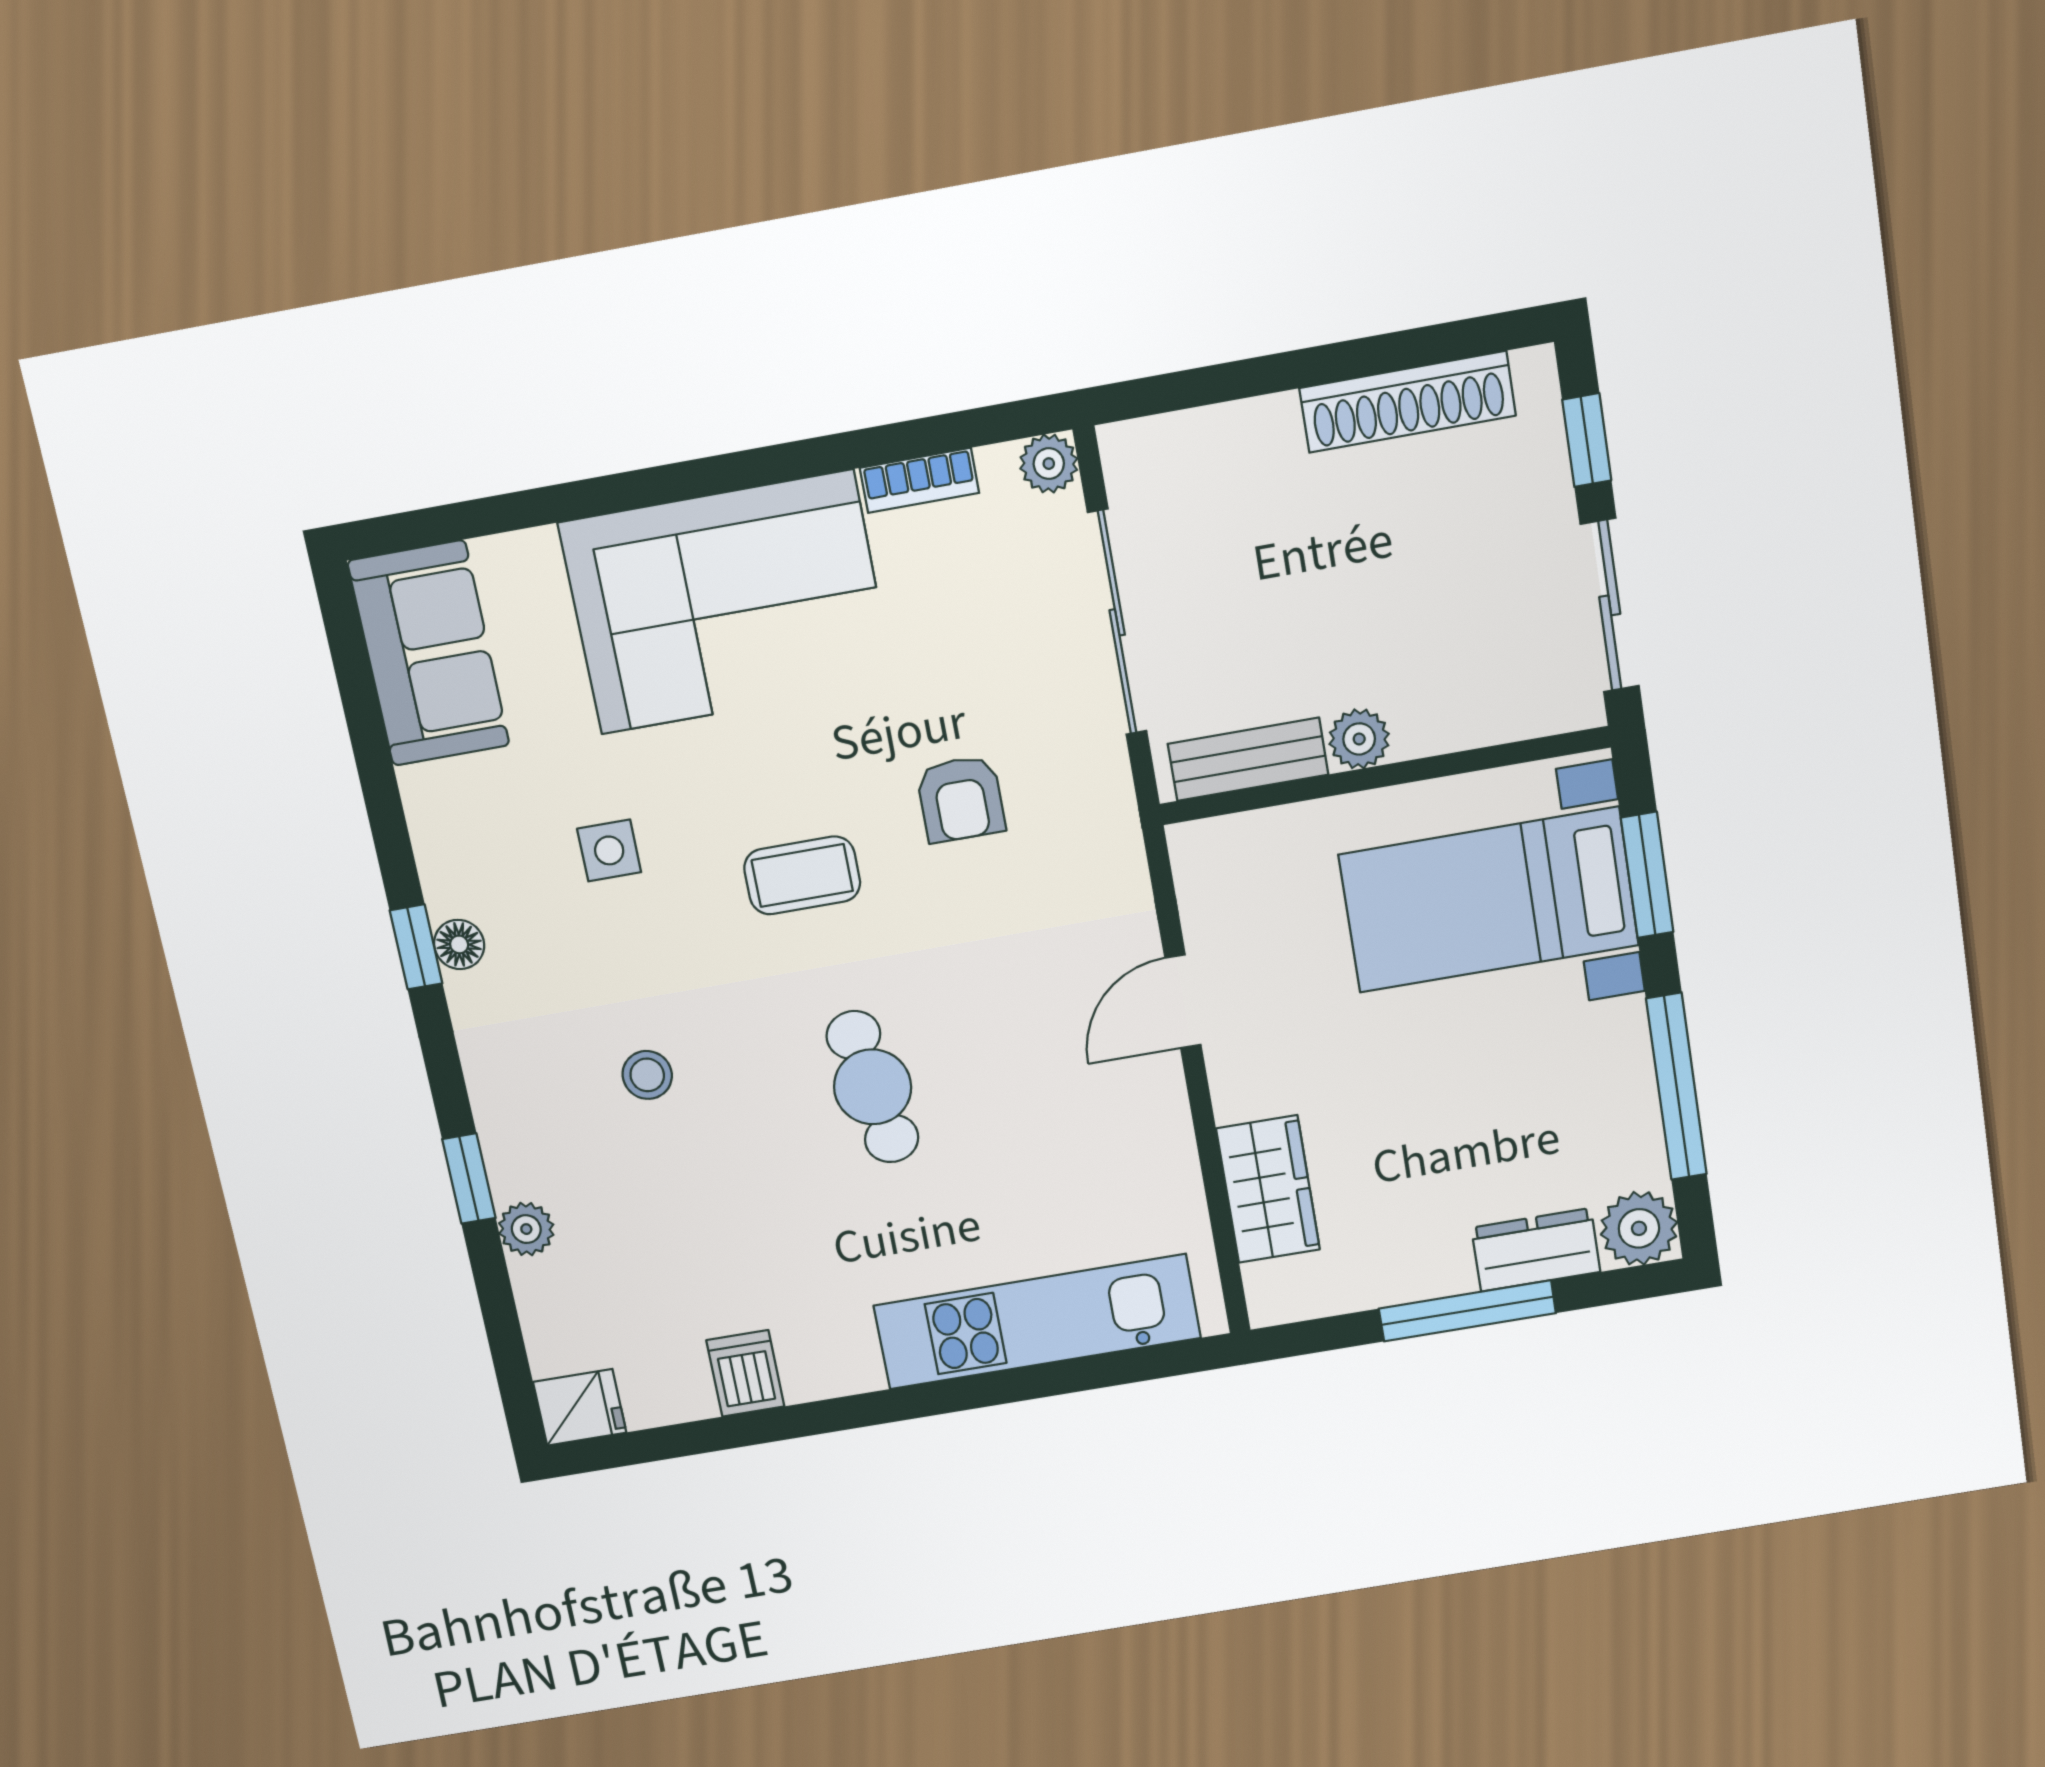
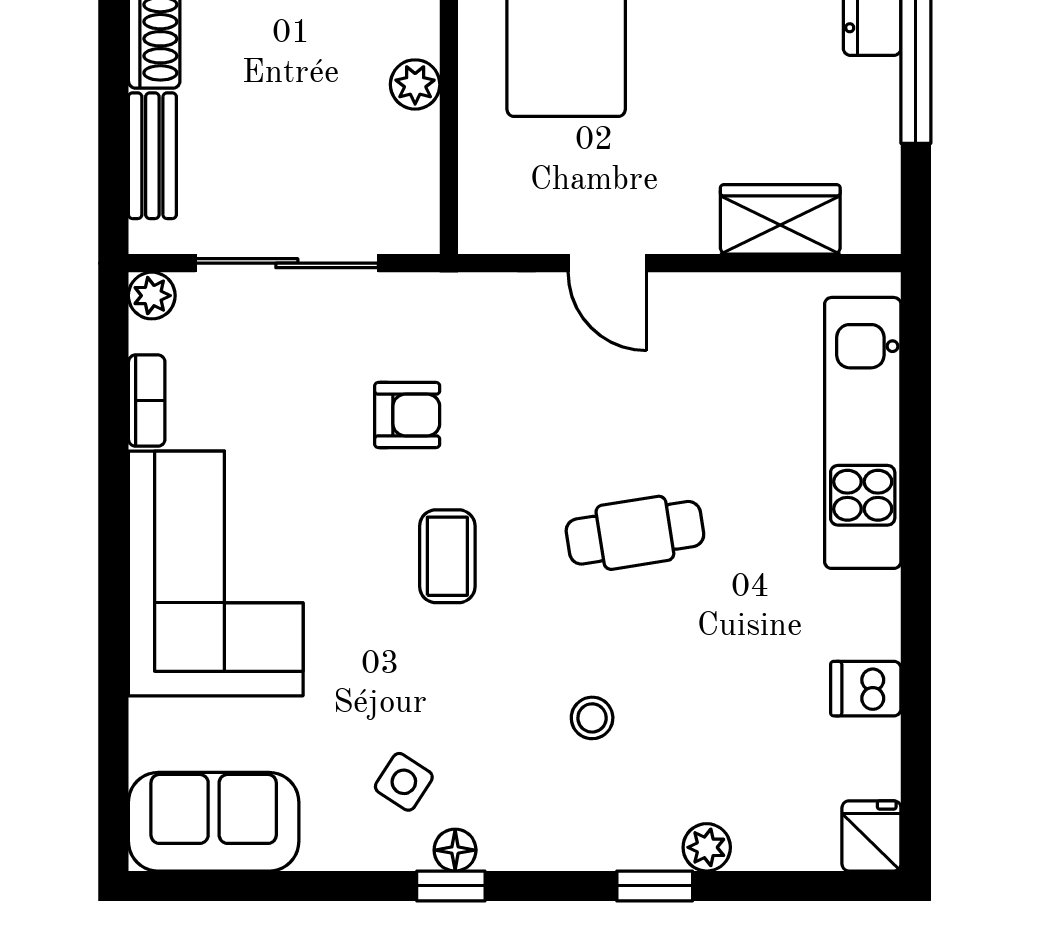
bench: (1248, 759) -> (152, 156), moved
side table: (609, 850) -> (404, 782), moved, turned 33

